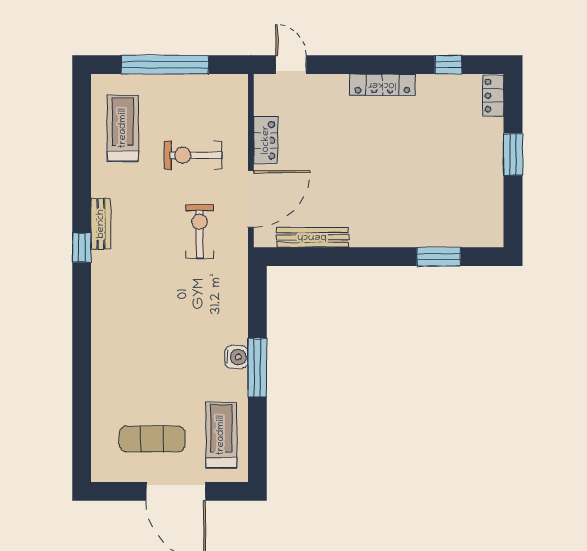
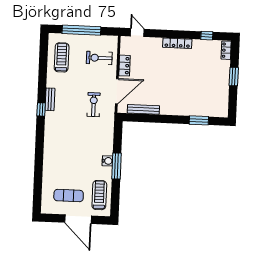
exercise bike: (193, 155) -> (99, 58), moved

